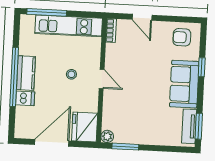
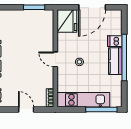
plant: (107, 136) -> (49, 14), removed

